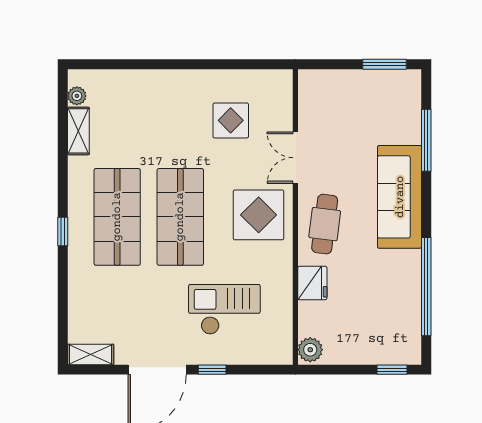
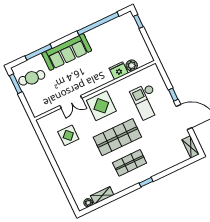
shop shelf: (117, 217) -> (130, 163), width x0.70, depth x0.74
cafe table: (325, 224) -> (32, 78), moved
plant: (310, 350) -> (132, 65), moved

